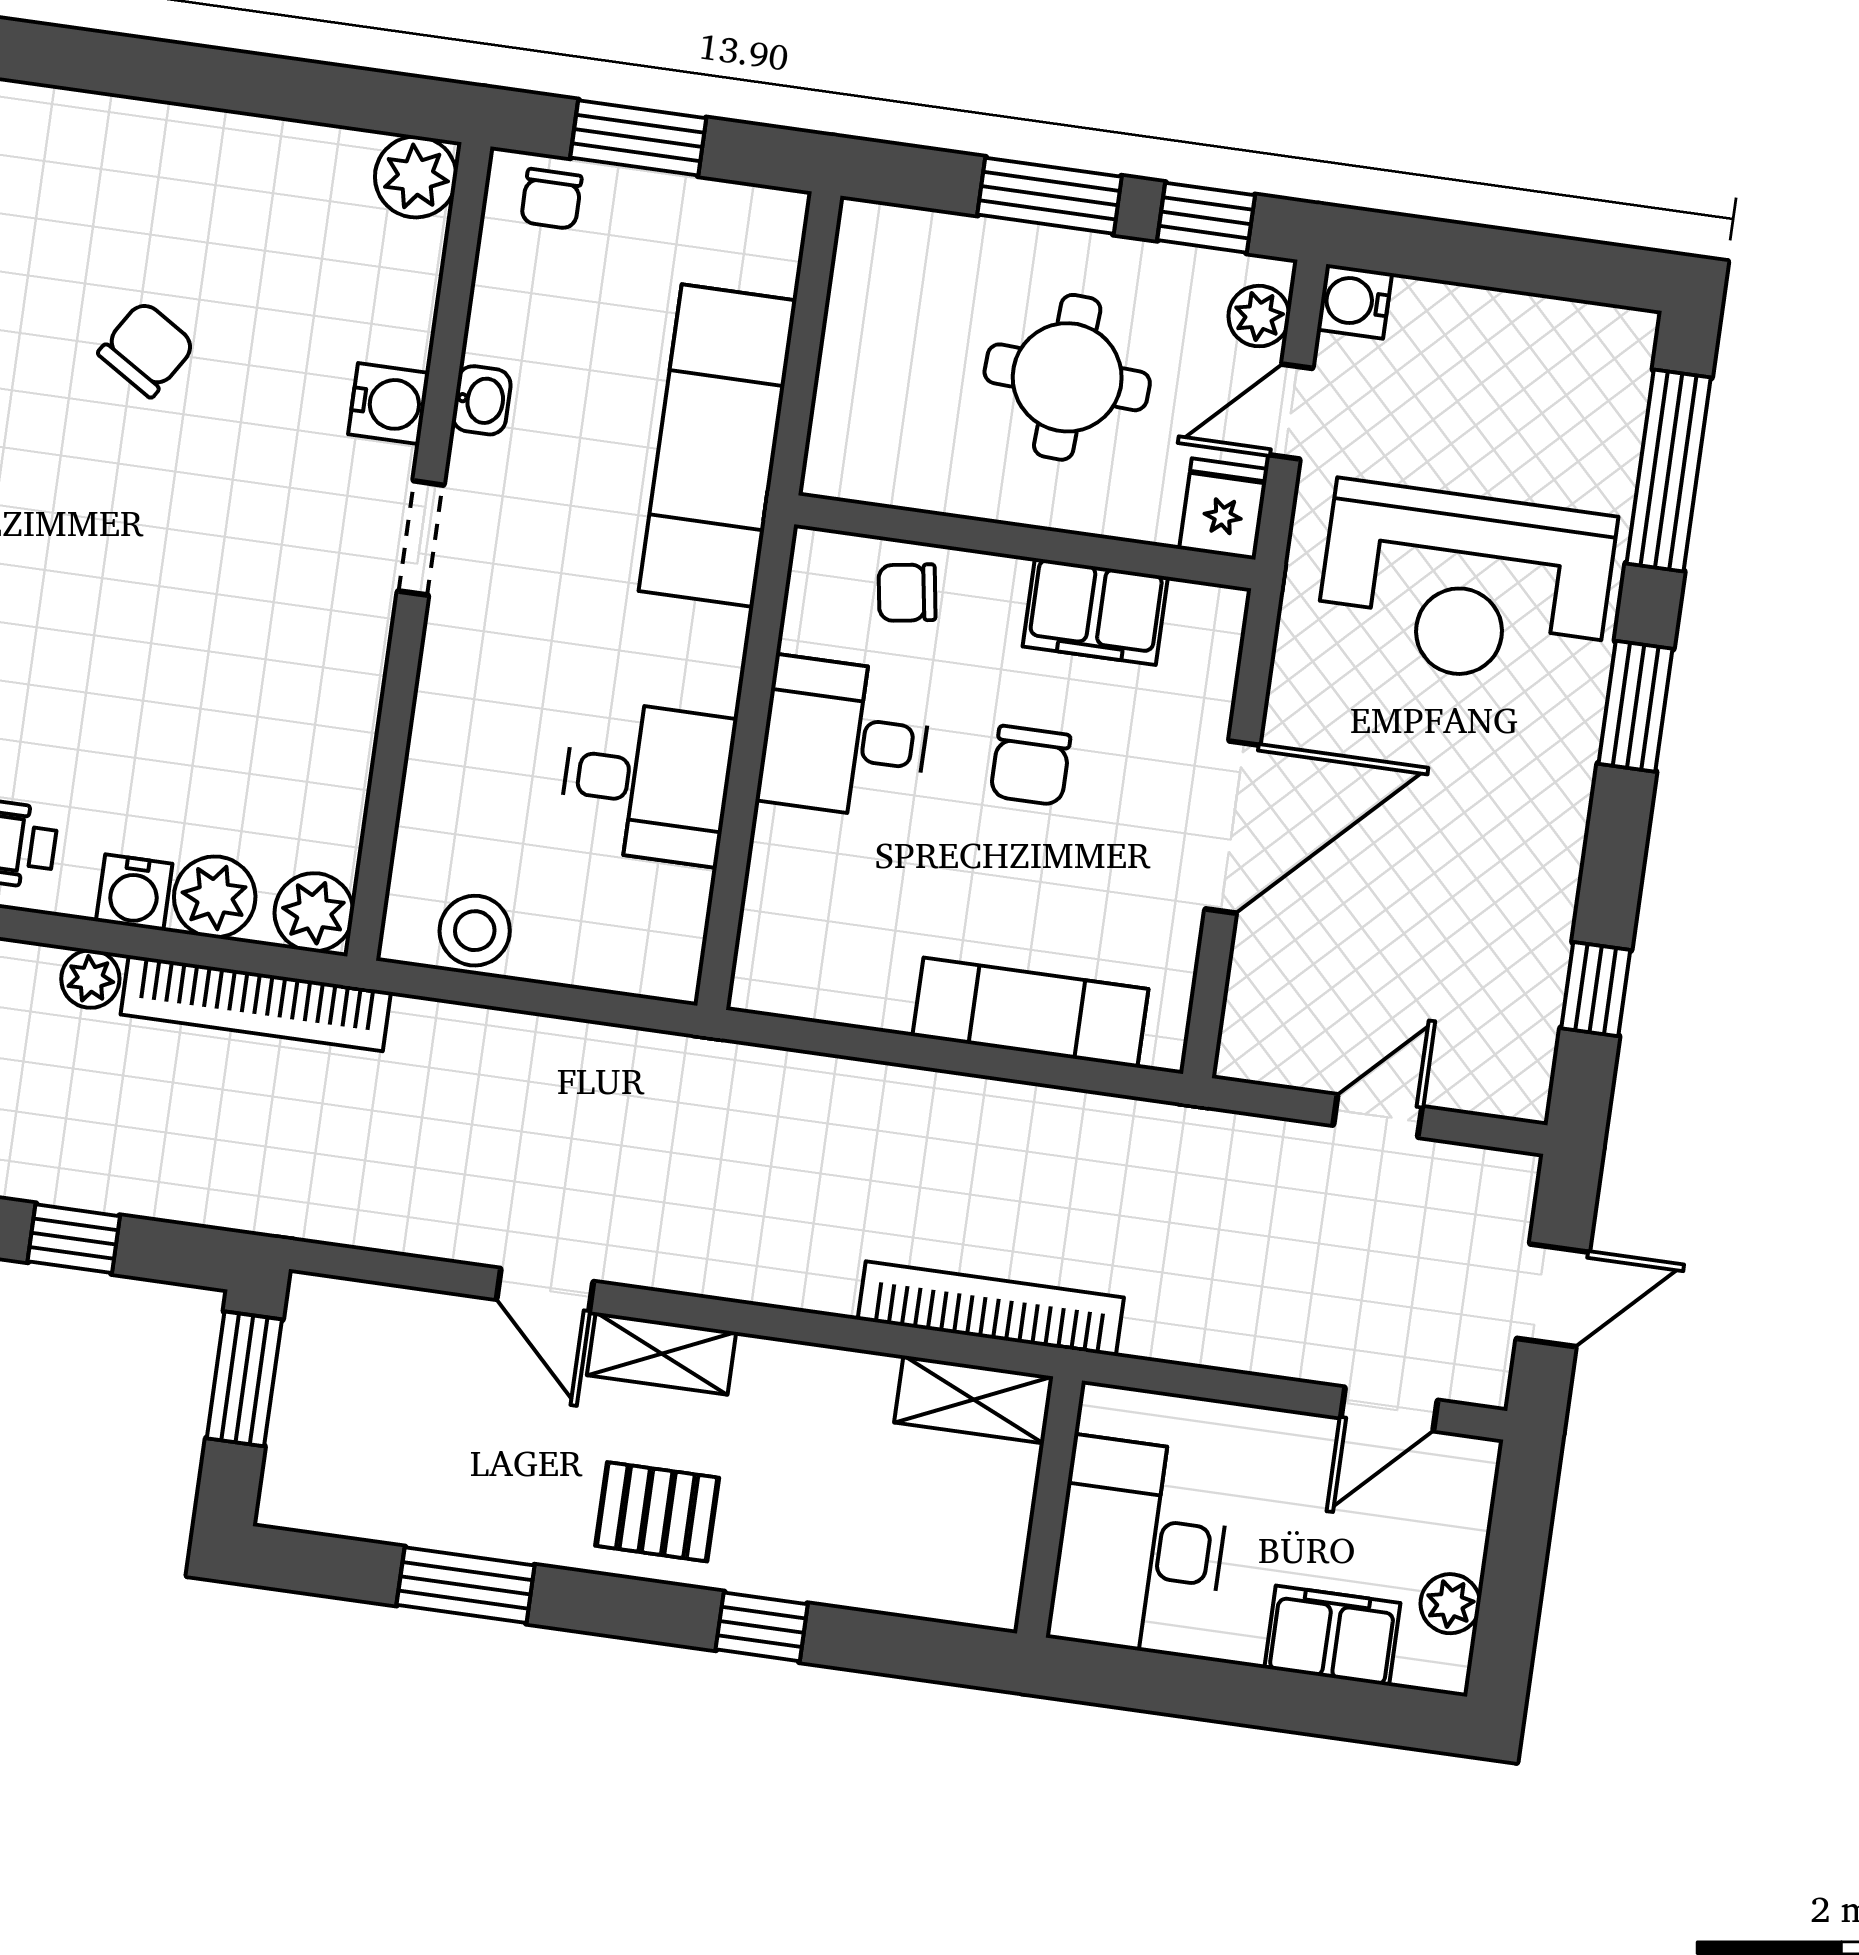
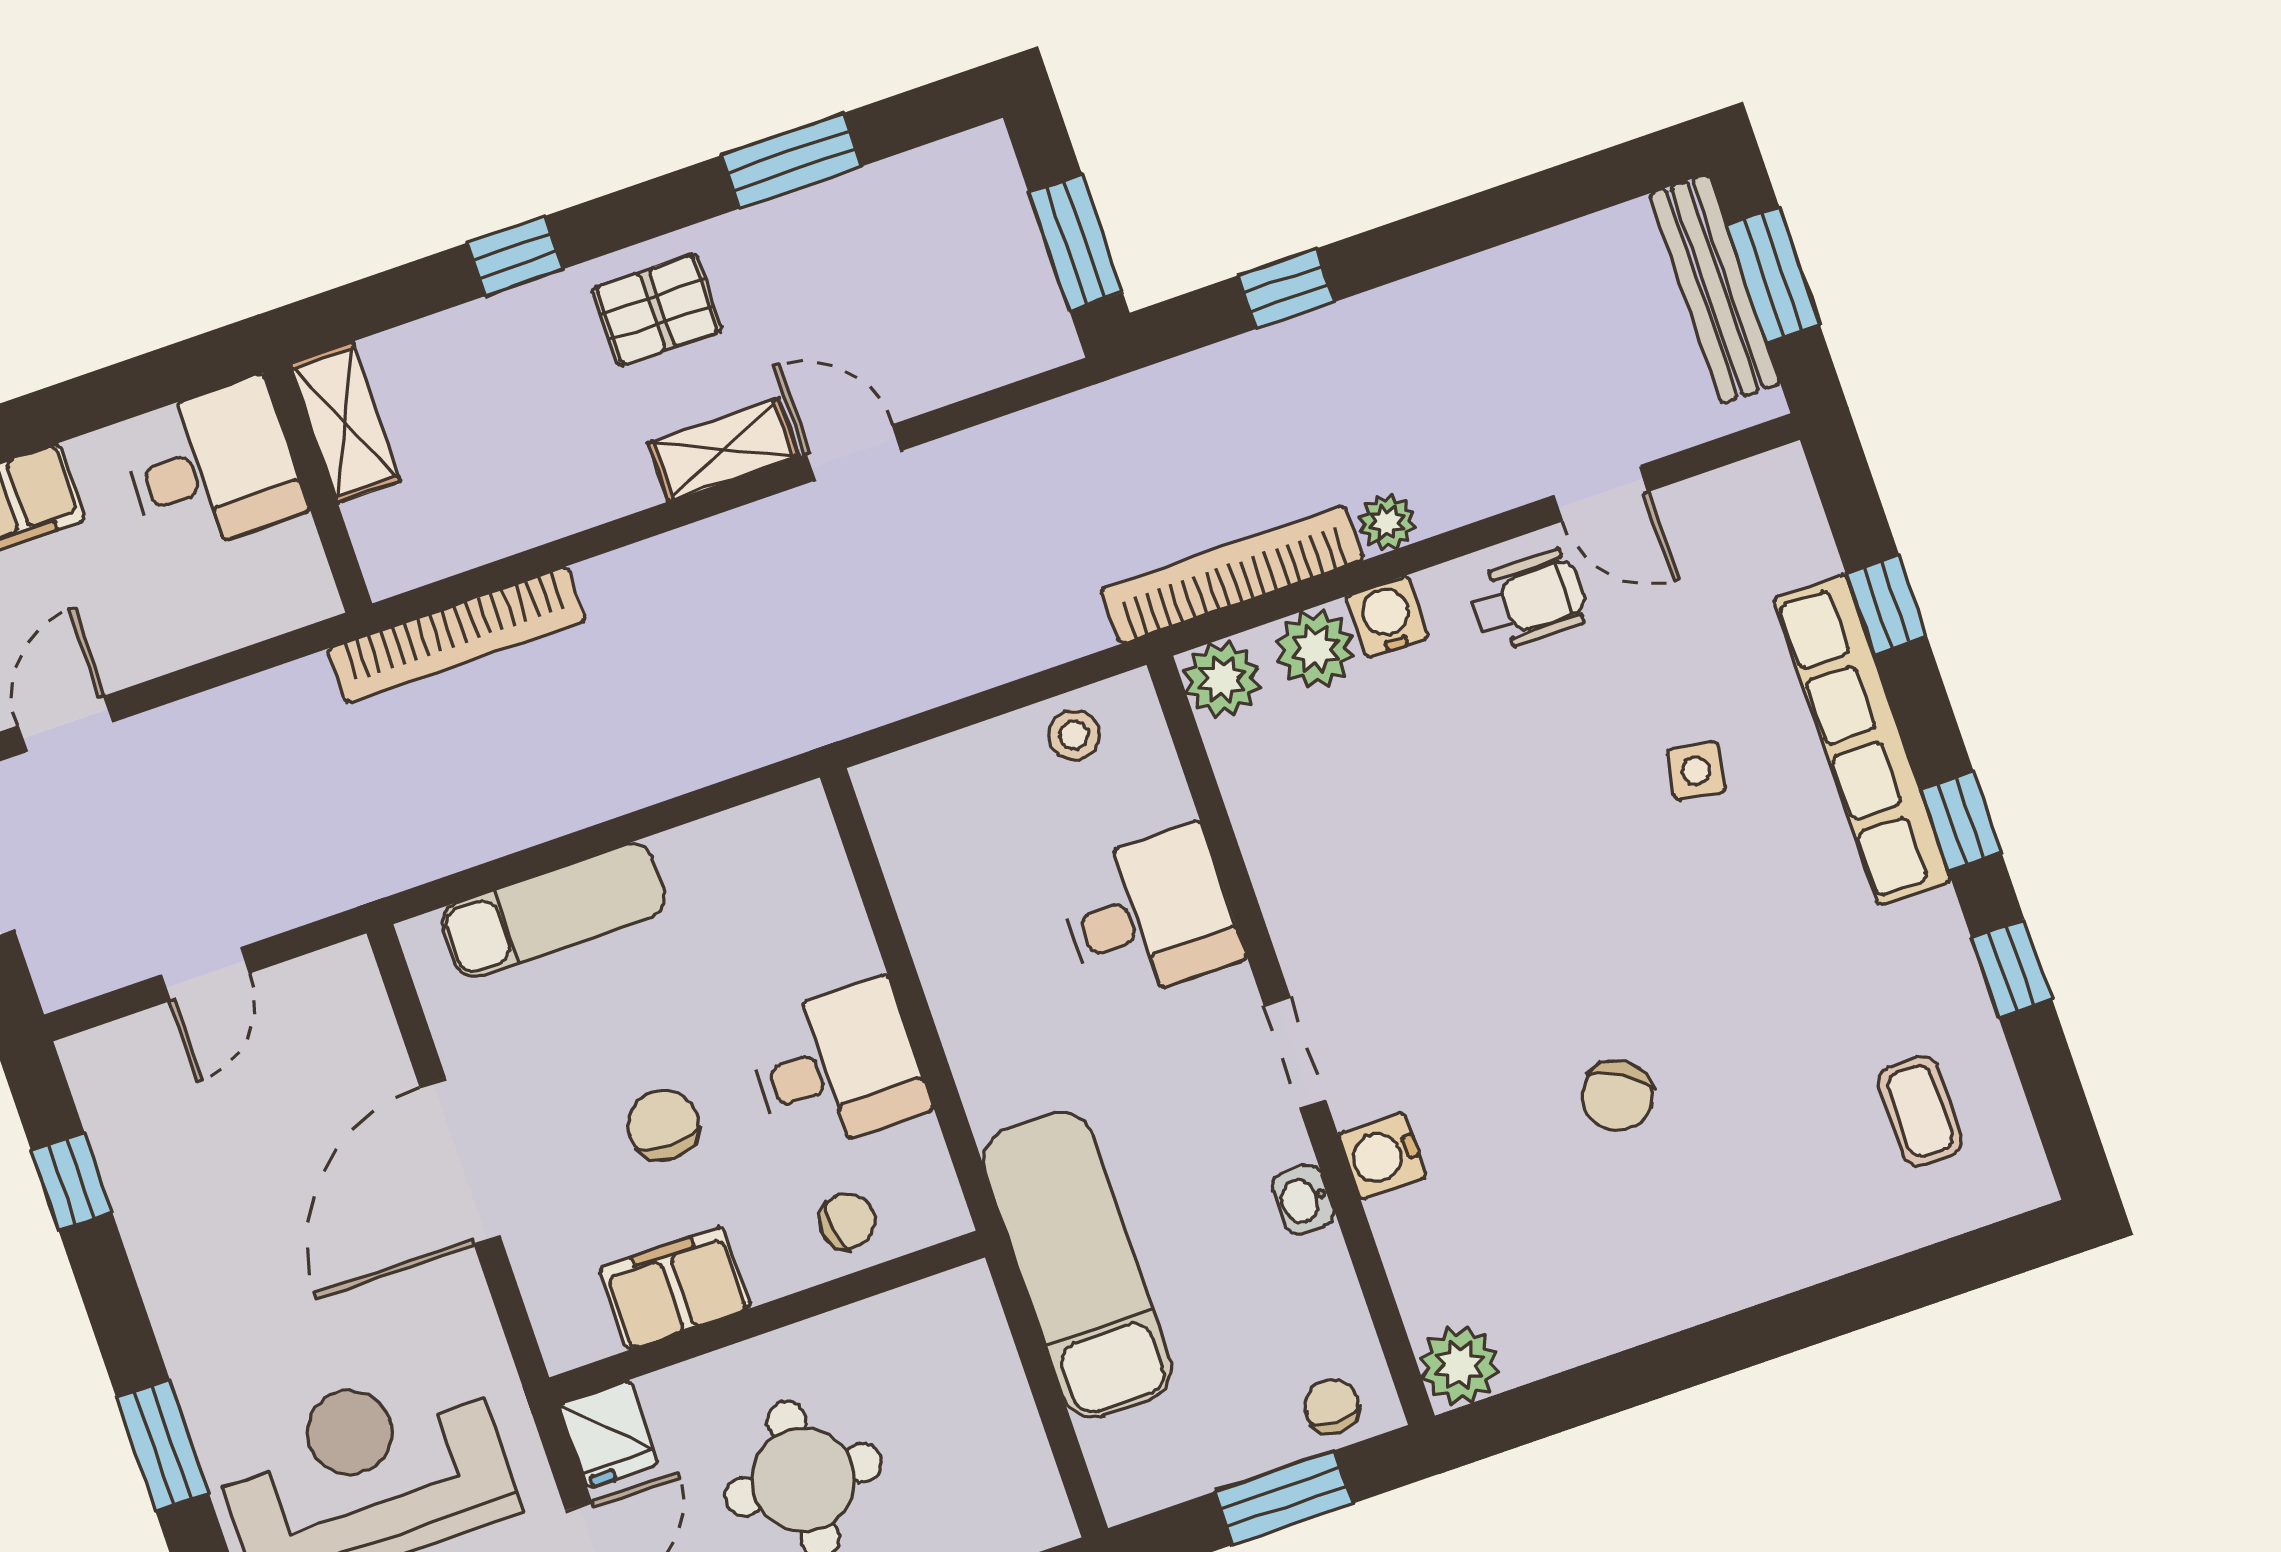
desk: (647, 782) -> (1149, 915), moved, turned 180
stool: (475, 931) -> (1074, 735), width x0.73, depth x0.73
shelving: (974, 1400) -> (345, 422), moved, turned 90
desk: (1140, 1547) -> (212, 468), width x0.73

